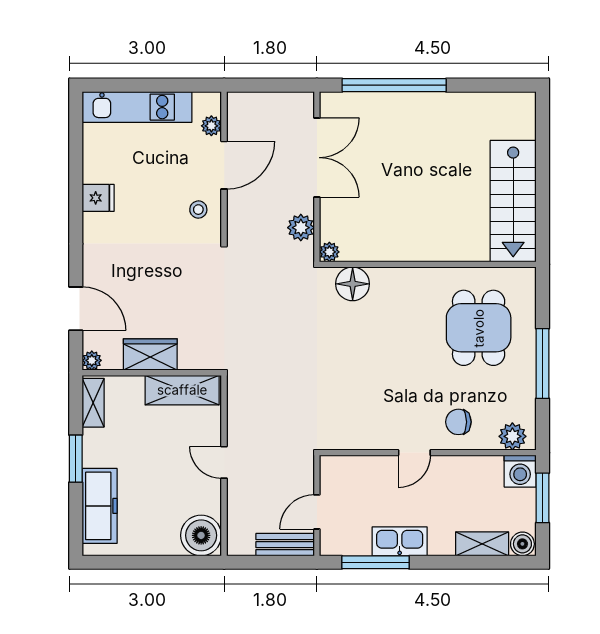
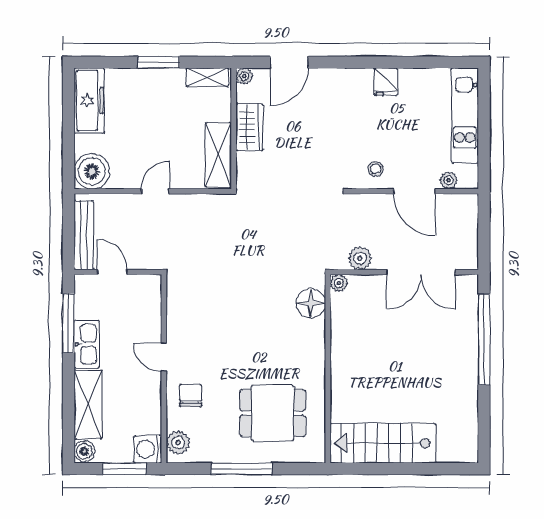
freezer: (100, 506) -> (89, 100), moved, turned -90
shelving: (482, 544) -> (88, 404), width x1.50, depth x1.33
bench: (285, 545) -> (84, 235), width x1.36

